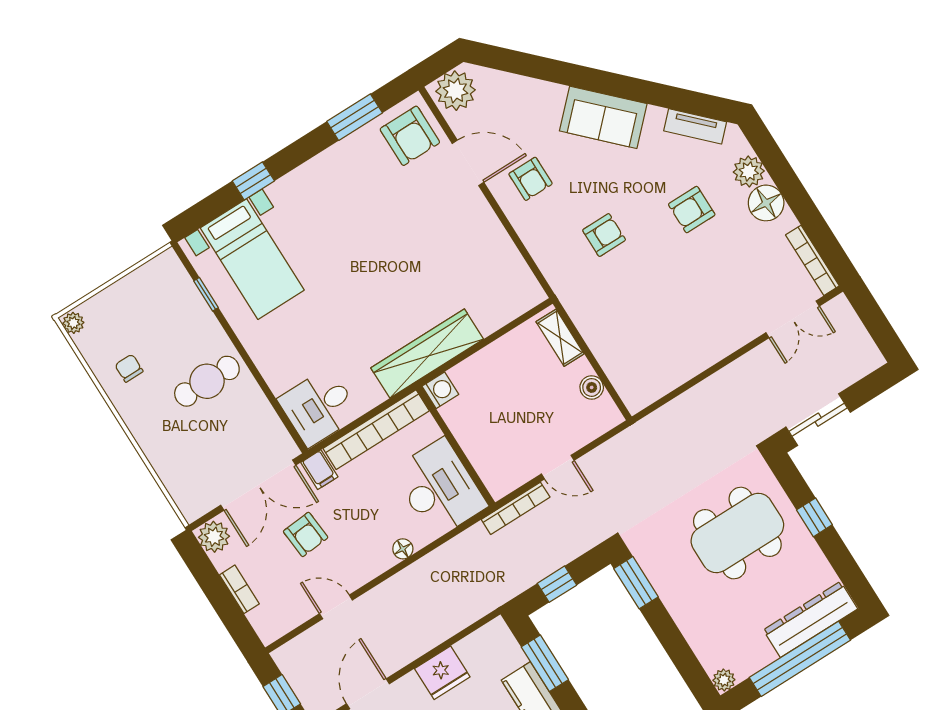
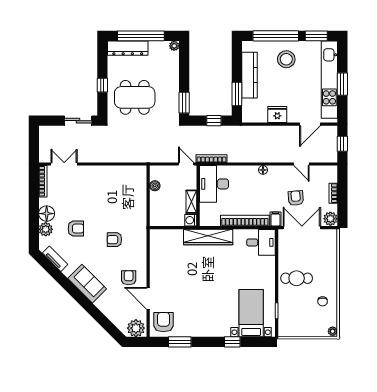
shelving: (560, 338) -> (191, 202), moved
washing machine: (440, 390) -> (191, 220), moved
wall: (456, 446) -> (198, 196), moved
desk: (439, 488) -> (214, 184), moved

